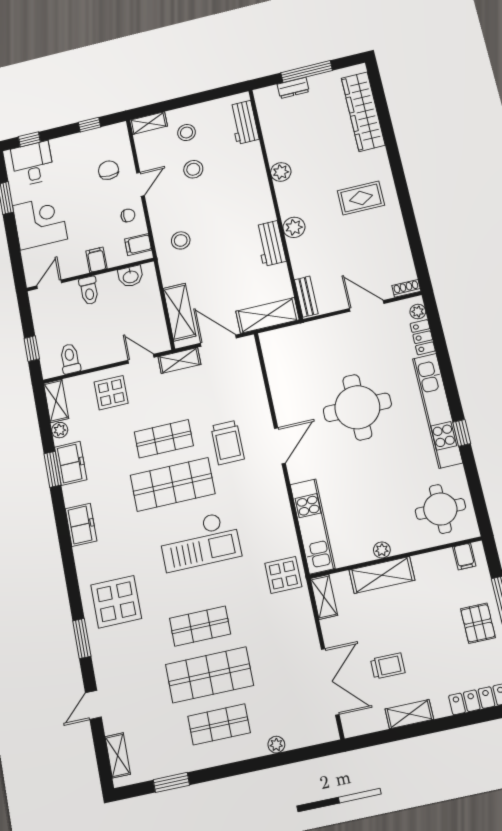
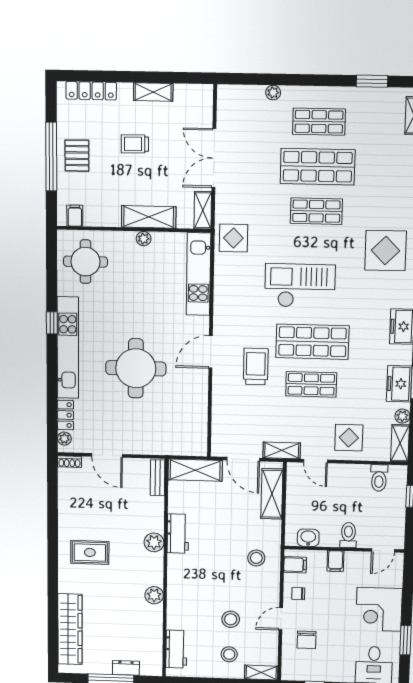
trolley: (388, 666) -> (135, 144), moved
double door: (330, 682) -> (214, 158), moved

